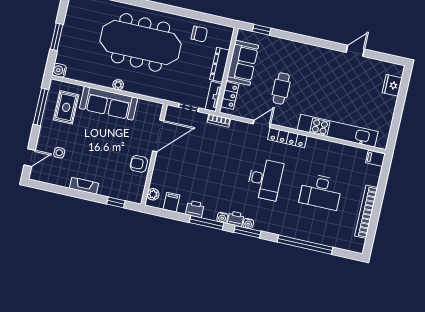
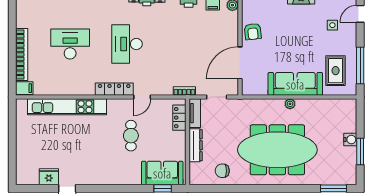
window: (57, 37) -> (360, 152), moved
sofa: (242, 63) -> (162, 173), moved, turned 90
water cooler: (59, 70) -> (350, 140), moved
fridge: (392, 85) -> (49, 177), moved, turned -90
armchair: (139, 164) -> (253, 32), turned 83
bookcase: (366, 212) -> (22, 55), moved

